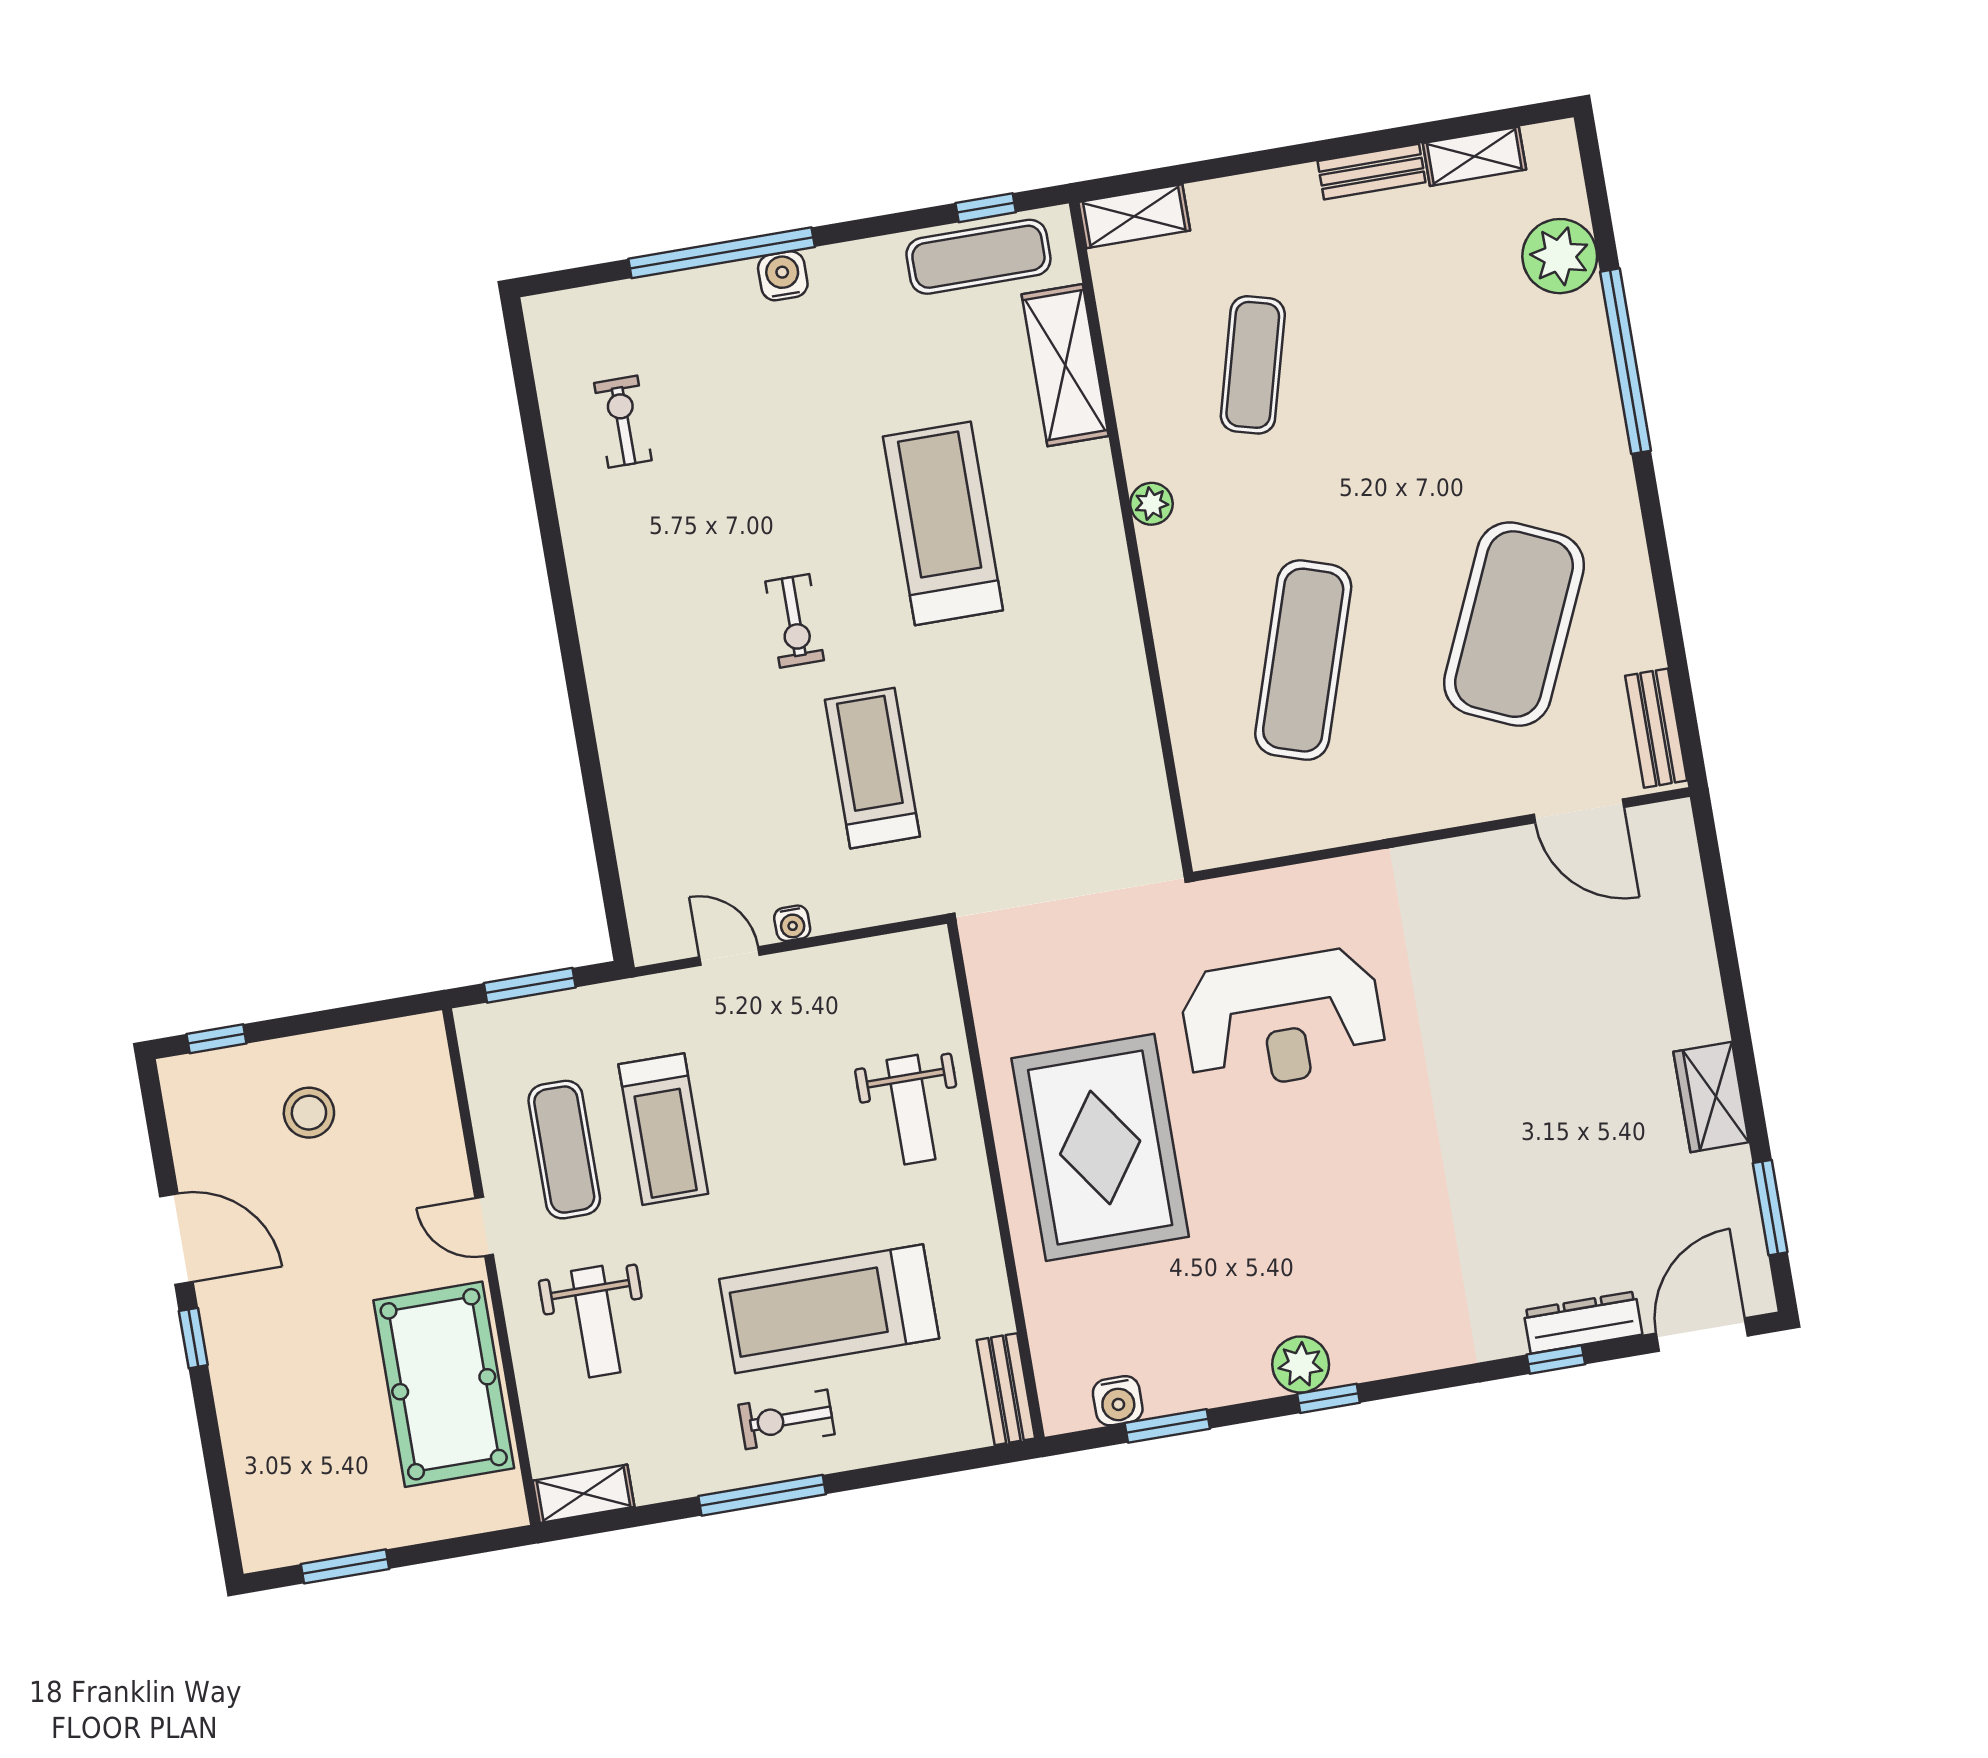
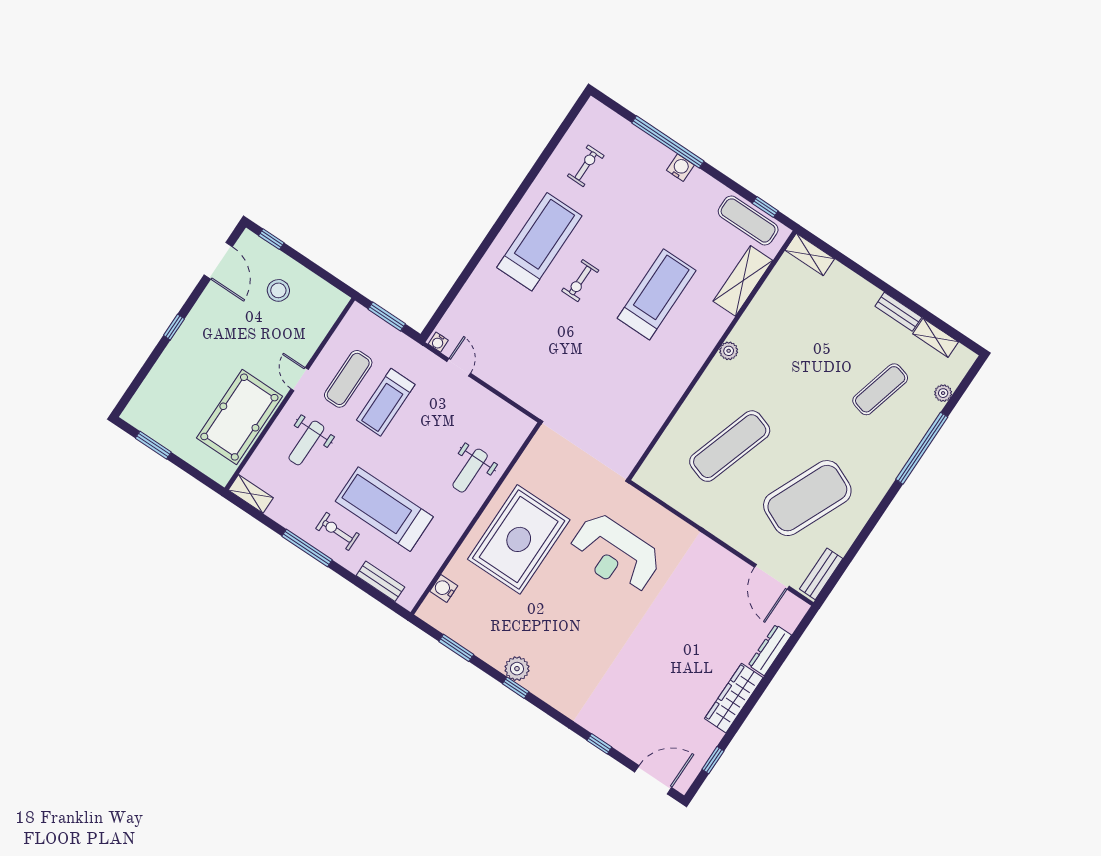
plant: (1560, 256) -> (943, 393), width x0.53, depth x0.53
exercise mat: (1253, 365) -> (880, 389), moved
treadmill: (872, 768) -> (539, 242), moved, width x1.37, depth x1.38
water cooler: (792, 923) -> (438, 342), moved
wardrobe: (1711, 1097) -> (734, 698), width x1.50
window: (1770, 1208) -> (713, 760), width x0.67
door: (176, 1239) -> (218, 261), moved
dresser: (1583, 1322) -> (770, 650), moved, turned -90
bench: (1006, 1389) -> (380, 581), moved, turned 90
water cooler: (1118, 1401) -> (444, 589), moved, turned 90

